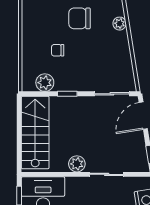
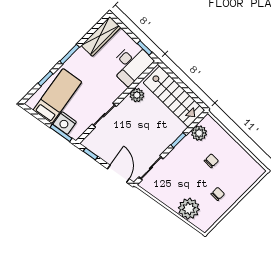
chair: (80, 18) -> (218, 194), width x0.54, depth x0.54
plant: (120, 24) -> (189, 209), width x1.87, depth x1.87
plant: (77, 164) -> (137, 95), moved

